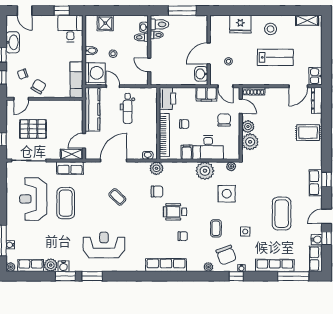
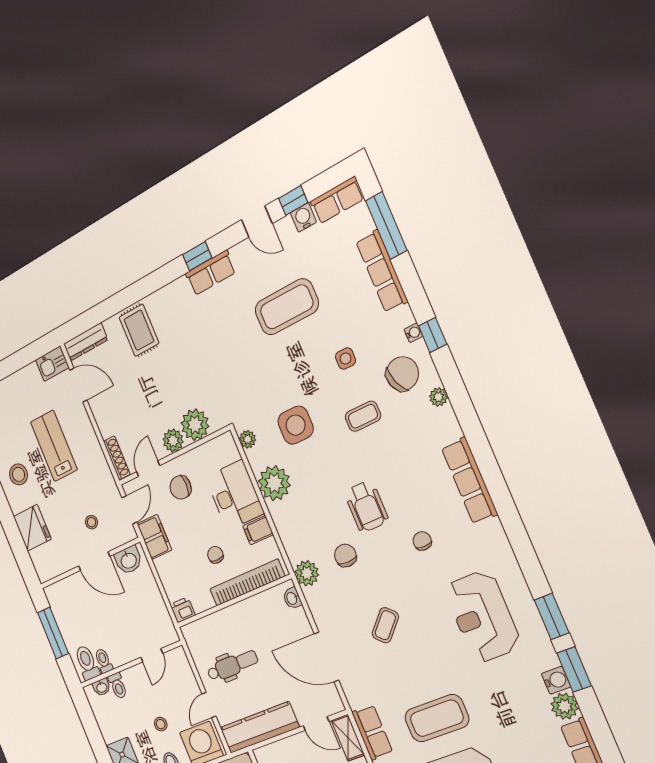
printer: (167, 99) -> (183, 610), width x0.53, depth x0.68
chair: (183, 236) -> (422, 541), moved

